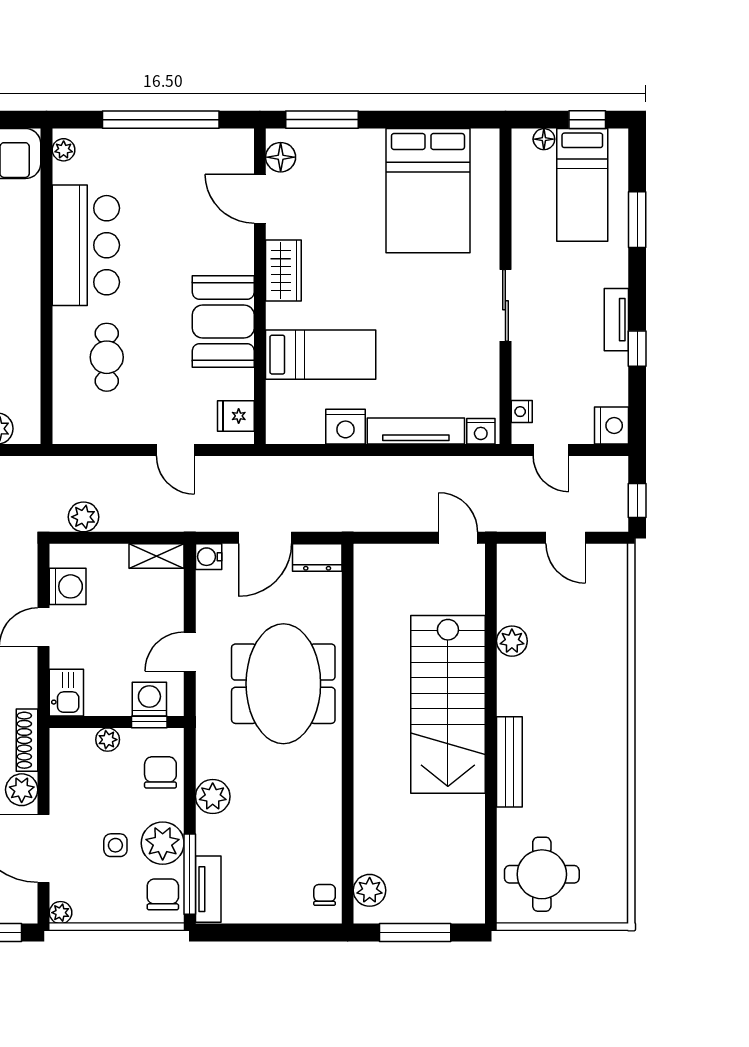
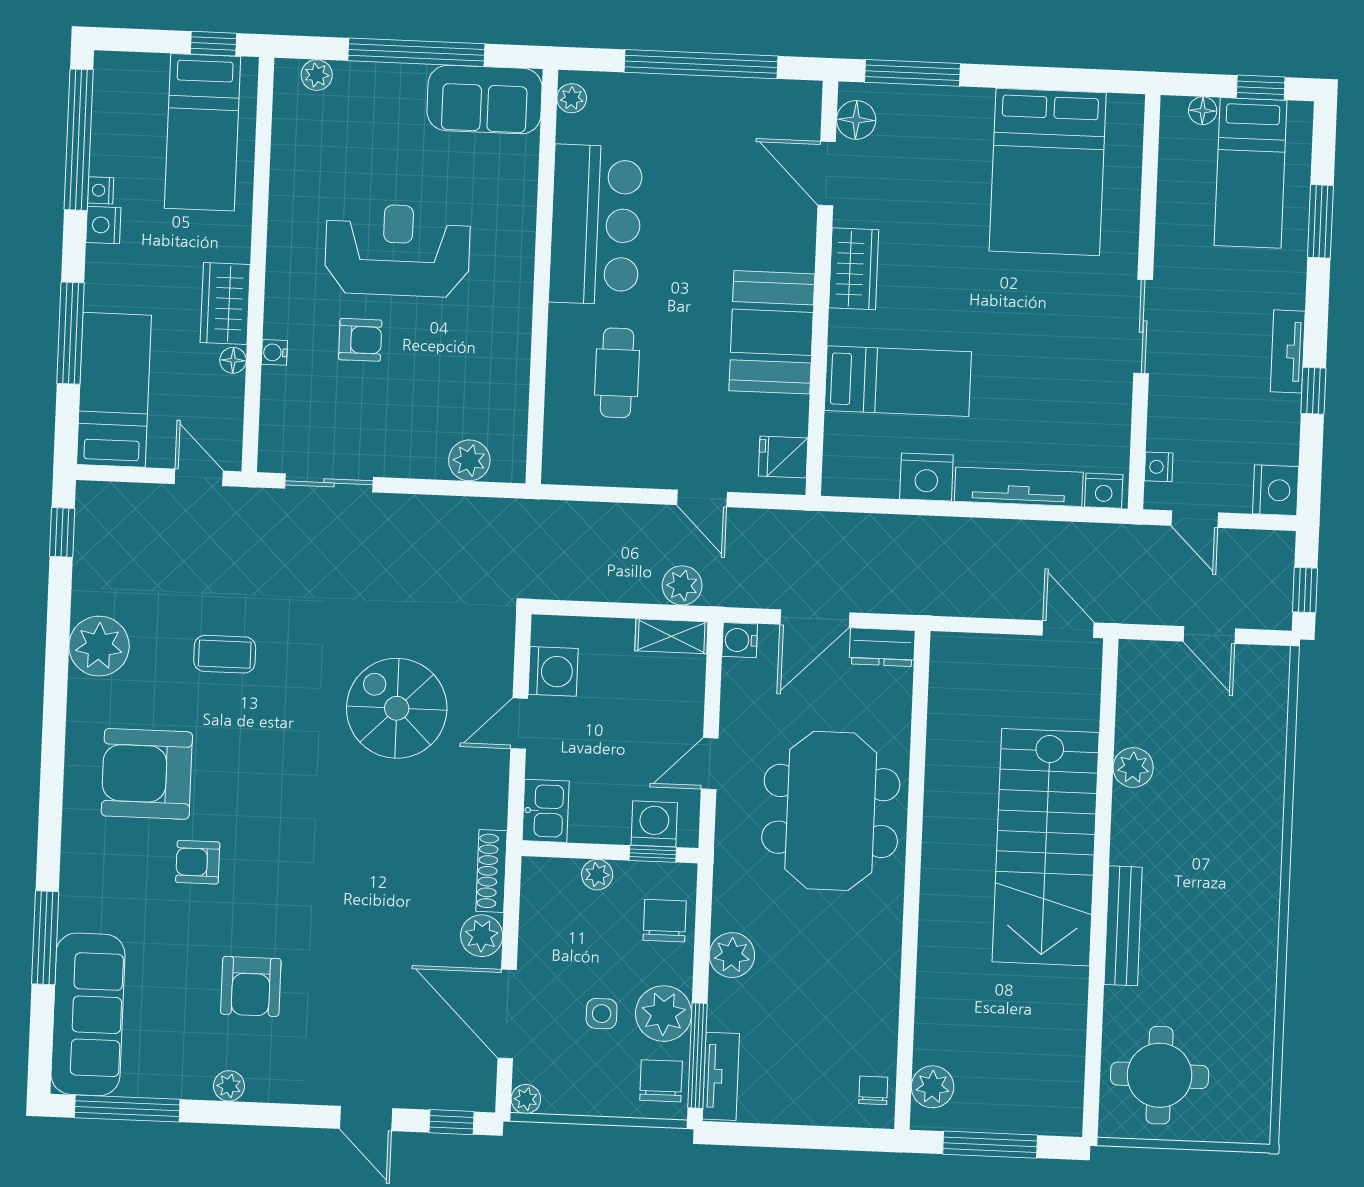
plant: (83, 517) -> (682, 585), moved

